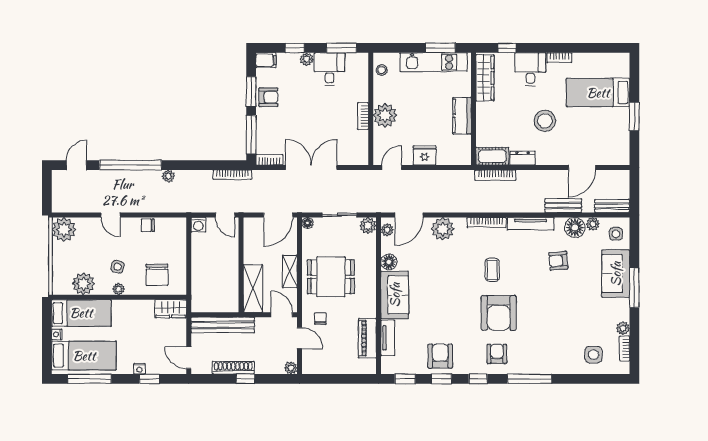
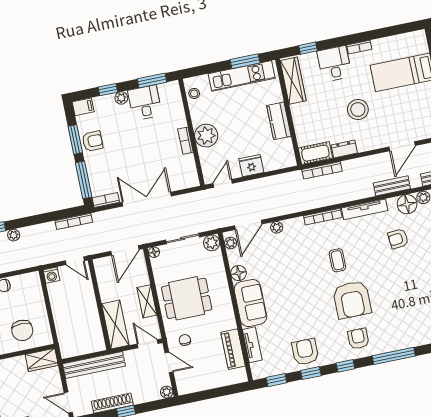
plant: (443, 229) -> (277, 227), width x0.53, depth x0.53

